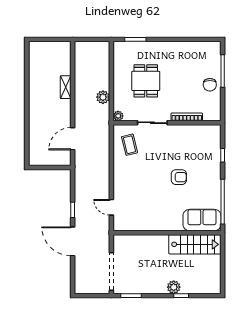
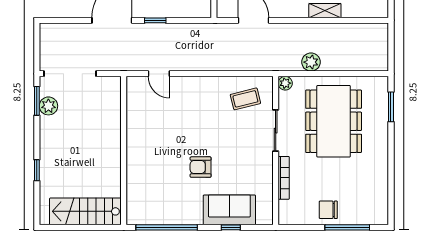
dining table: (146, 81) -> (334, 121), width x1.88, depth x1.24
armchair: (179, 177) -> (201, 167), turned 90
door: (111, 207) -> (159, 74), swing flipped
sofa: (202, 220) -> (229, 210), moved, turned -90
stairs: (195, 244) -> (85, 211), moved, turned 90
plant: (174, 287) -> (48, 106), moved

